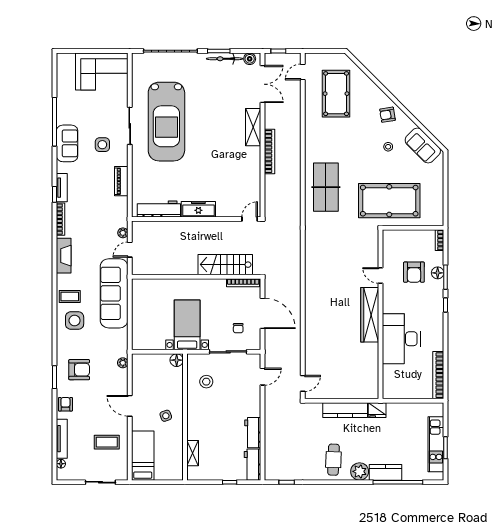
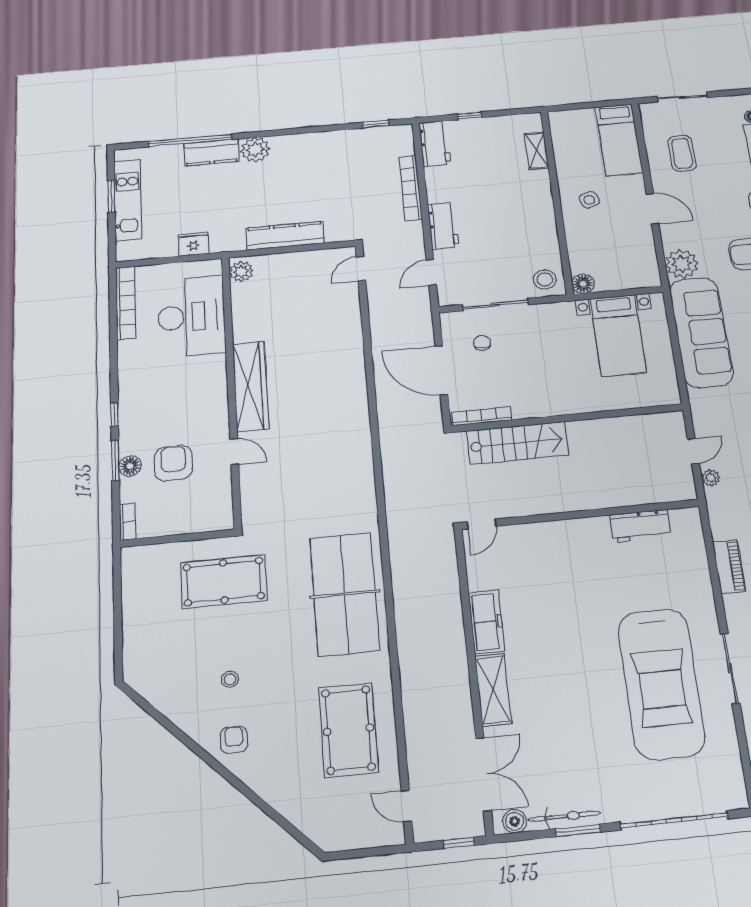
door: (303, 72) -> (407, 806), swing flipped
double door: (263, 84) -> (484, 774), swing flipped
pool table: (336, 94) -> (348, 730), moved
armchair: (388, 115) -> (234, 740), turned -81
car: (166, 122) -> (661, 683), turned 180
sofa: (423, 145) -> (163, 688), removed
bookcase: (270, 151) -> (411, 188), moved
table tennis table: (326, 187) -> (345, 594), width x1.36, depth x1.32
pool table: (389, 201) -> (224, 582), width x0.73, depth x0.76
workbench: (159, 209) -> (641, 526), width x0.73
freezer: (198, 209) -> (486, 622), moved, turned -90
sofa: (114, 293) -> (701, 332), moved
bed with nightstands: (187, 325) -> (618, 335), moved
desk: (401, 339) -> (191, 316), moved
plant: (123, 363) -> (682, 264), width x1.87, depth x1.87
stool: (206, 382) -> (545, 279), moved
plant: (372, 389) -> (241, 272), added
fridge: (377, 410) -> (193, 244), moved
workbench: (253, 433) -> (443, 226), moved
coffee table: (107, 442) -> (682, 153), turned 90
cafe table: (333, 460) -> (300, 163), removed

